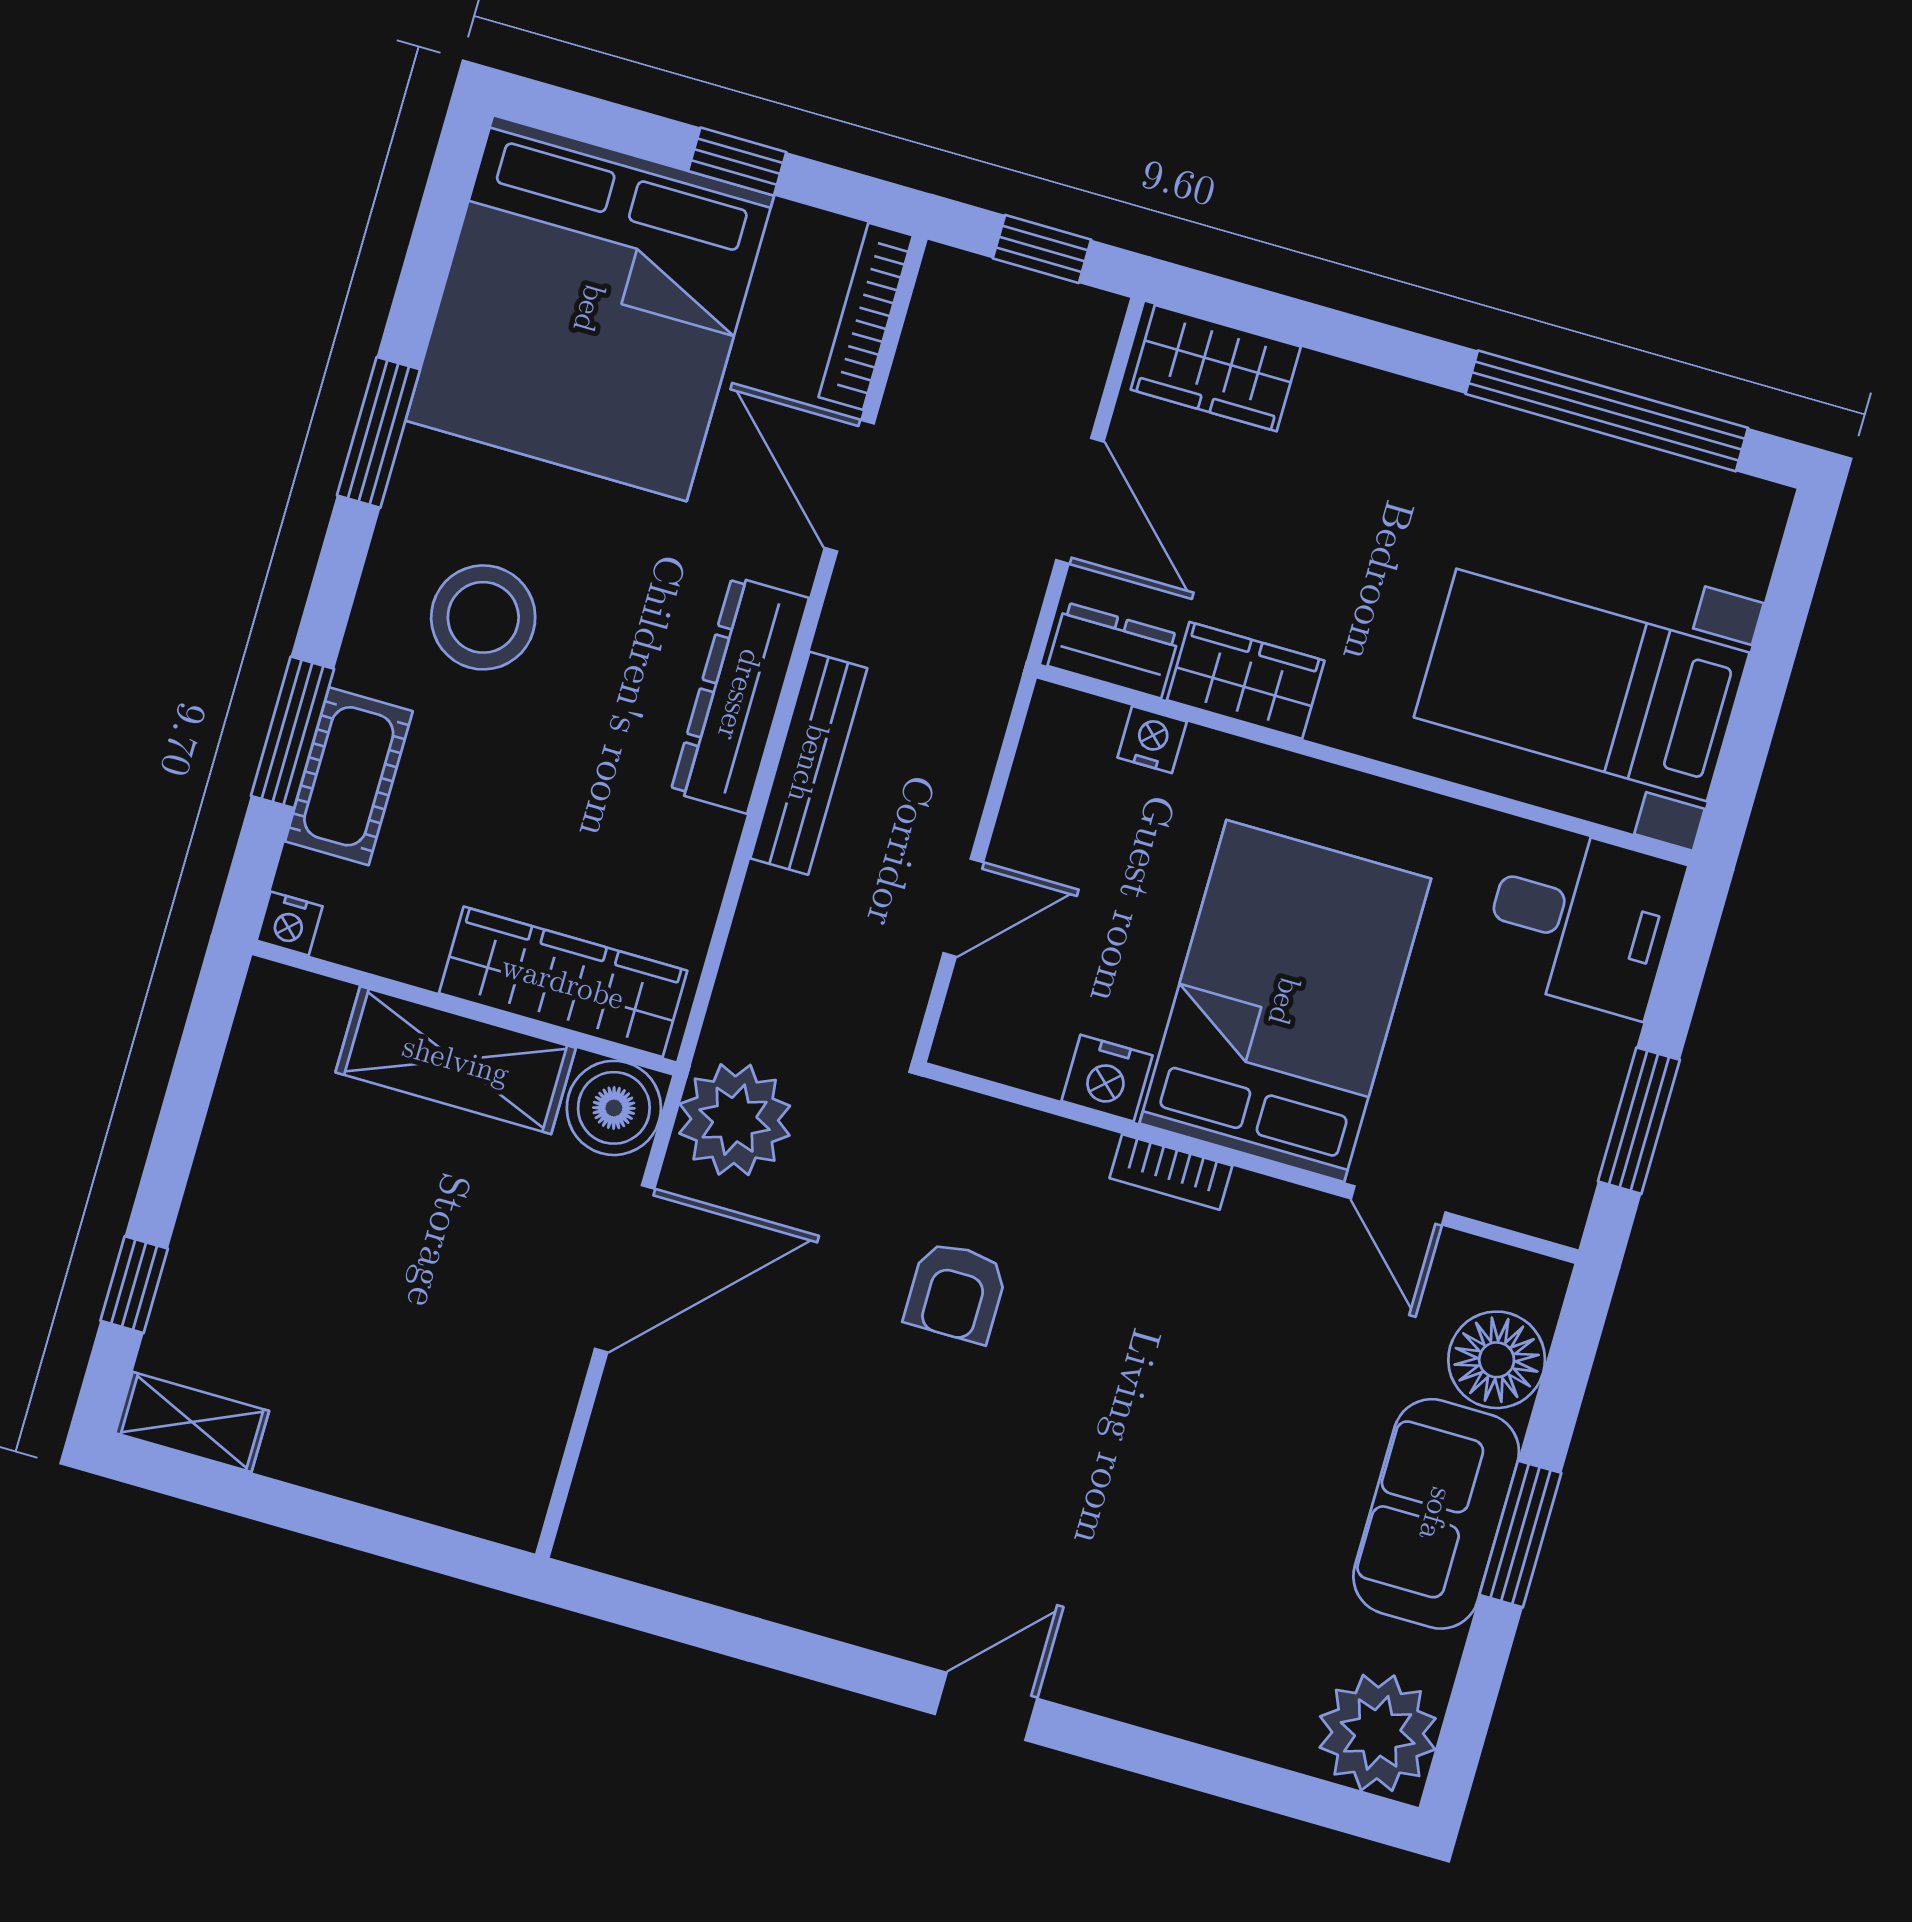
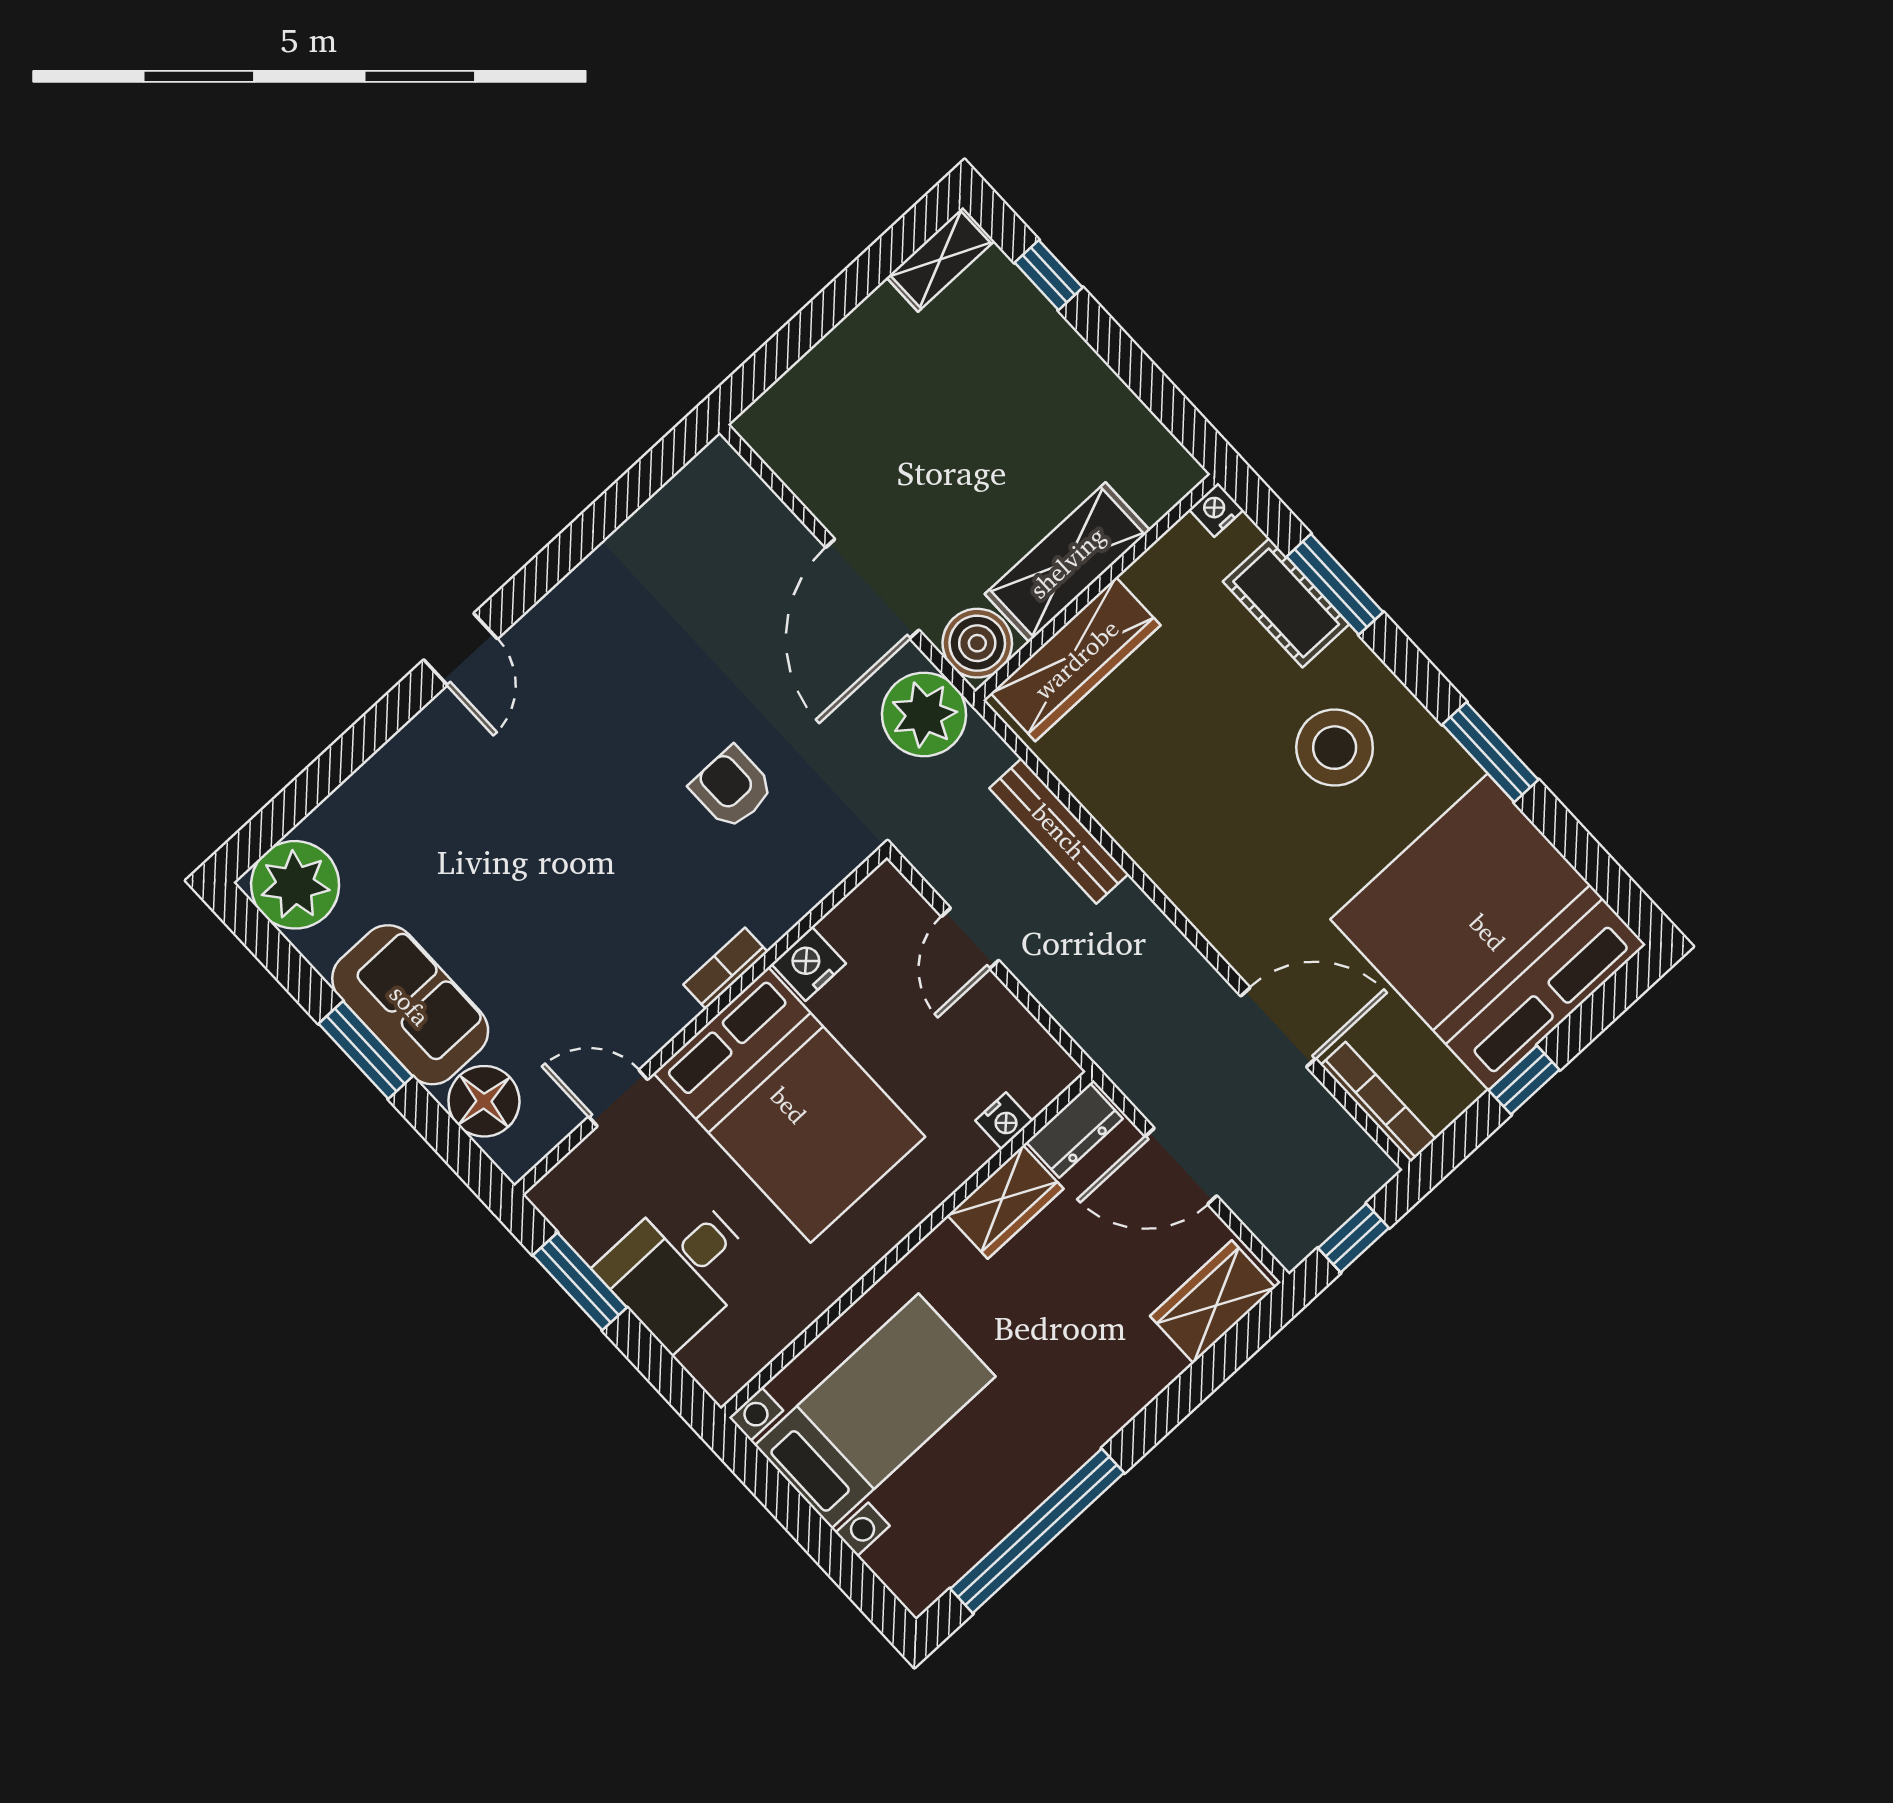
dresser: (740, 695) -> (1189, 879), removed
bench: (809, 763) -> (1059, 831), moved
desk: (1582, 920) -> (679, 1269), moved

